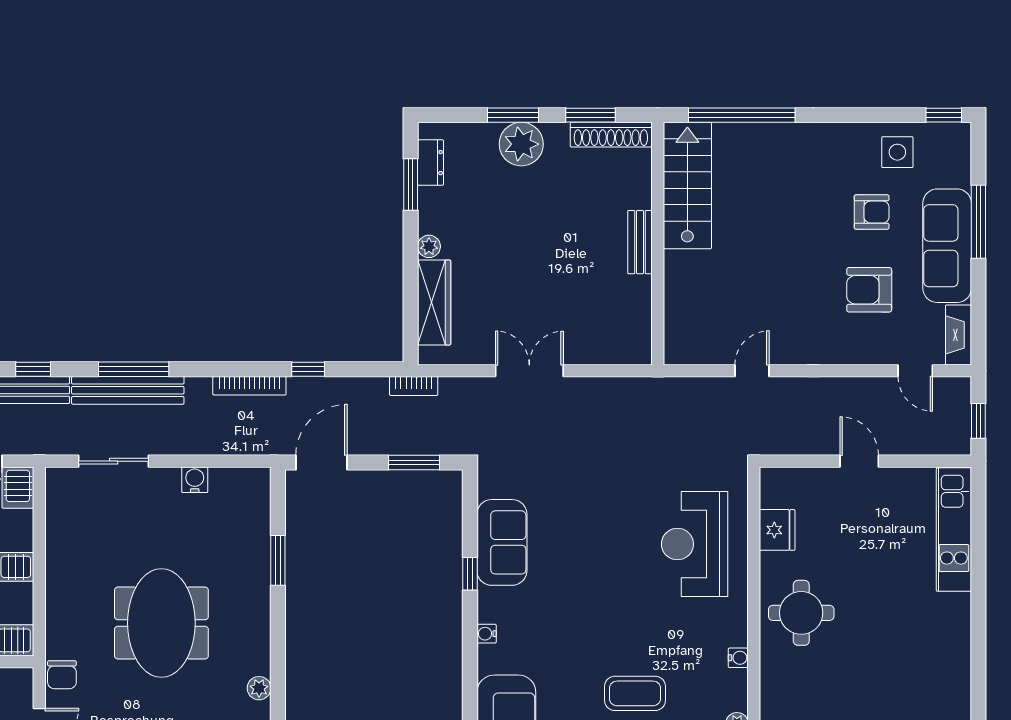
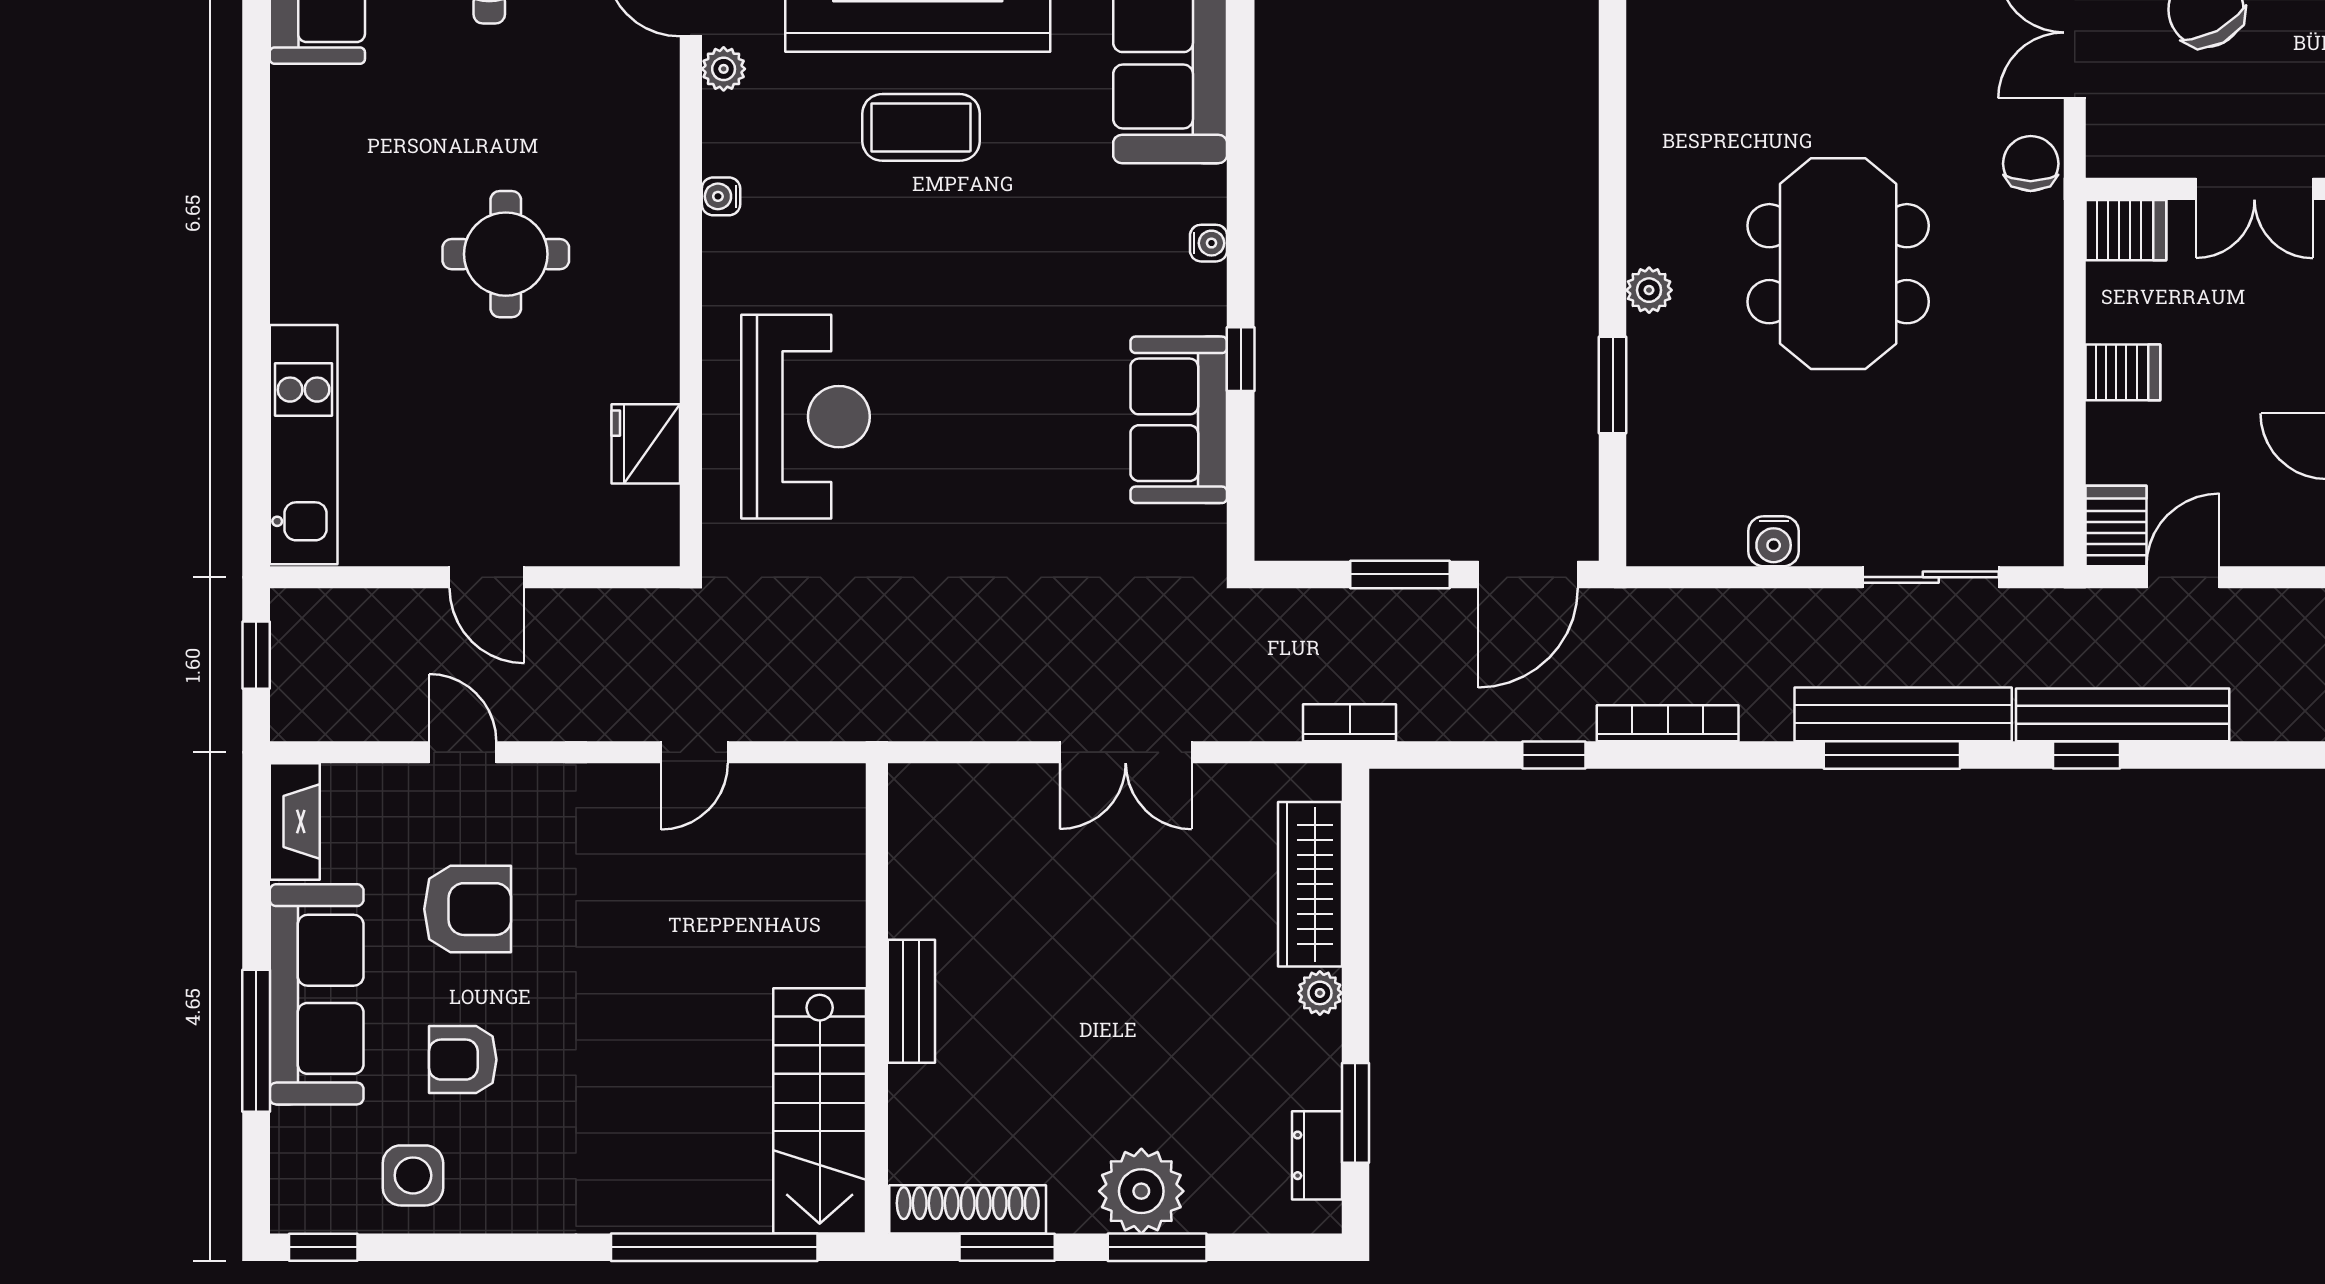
door: (915, 371) -> (463, 752), moved
window: (414, 463) -> (1400, 574), moved
round table: (801, 613) -> (506, 254), moved
plant: (259, 688) -> (1649, 290), moved

